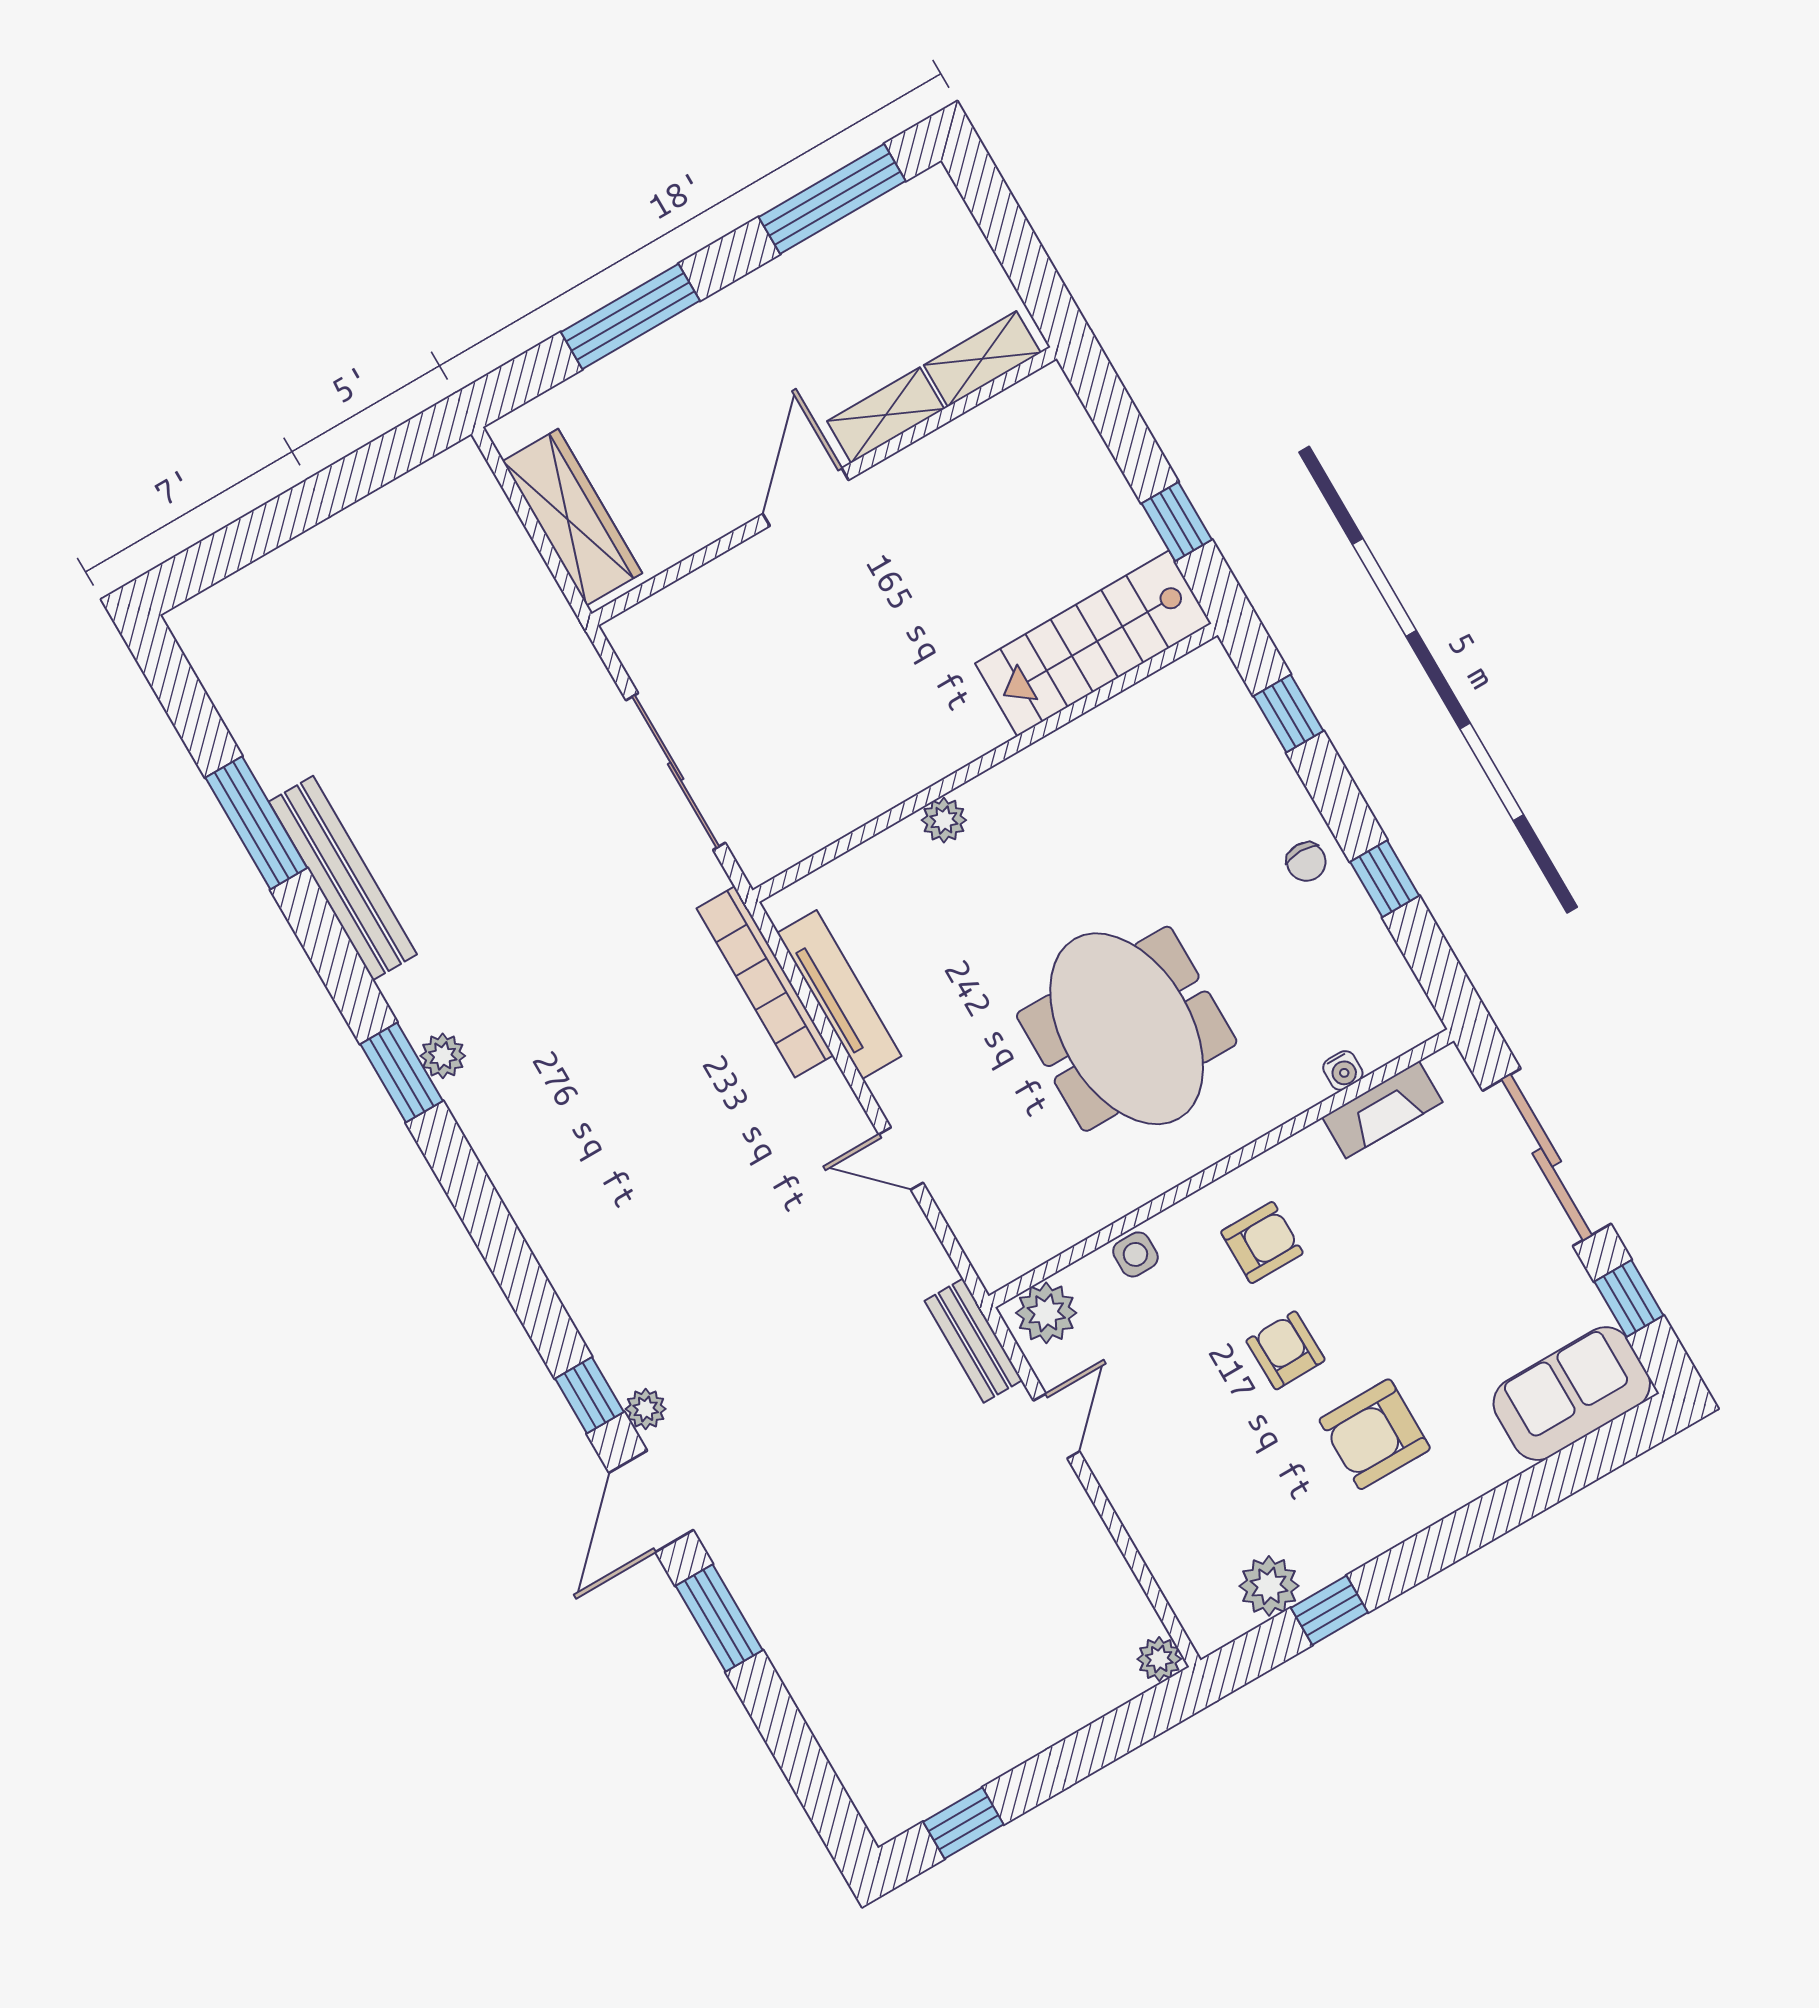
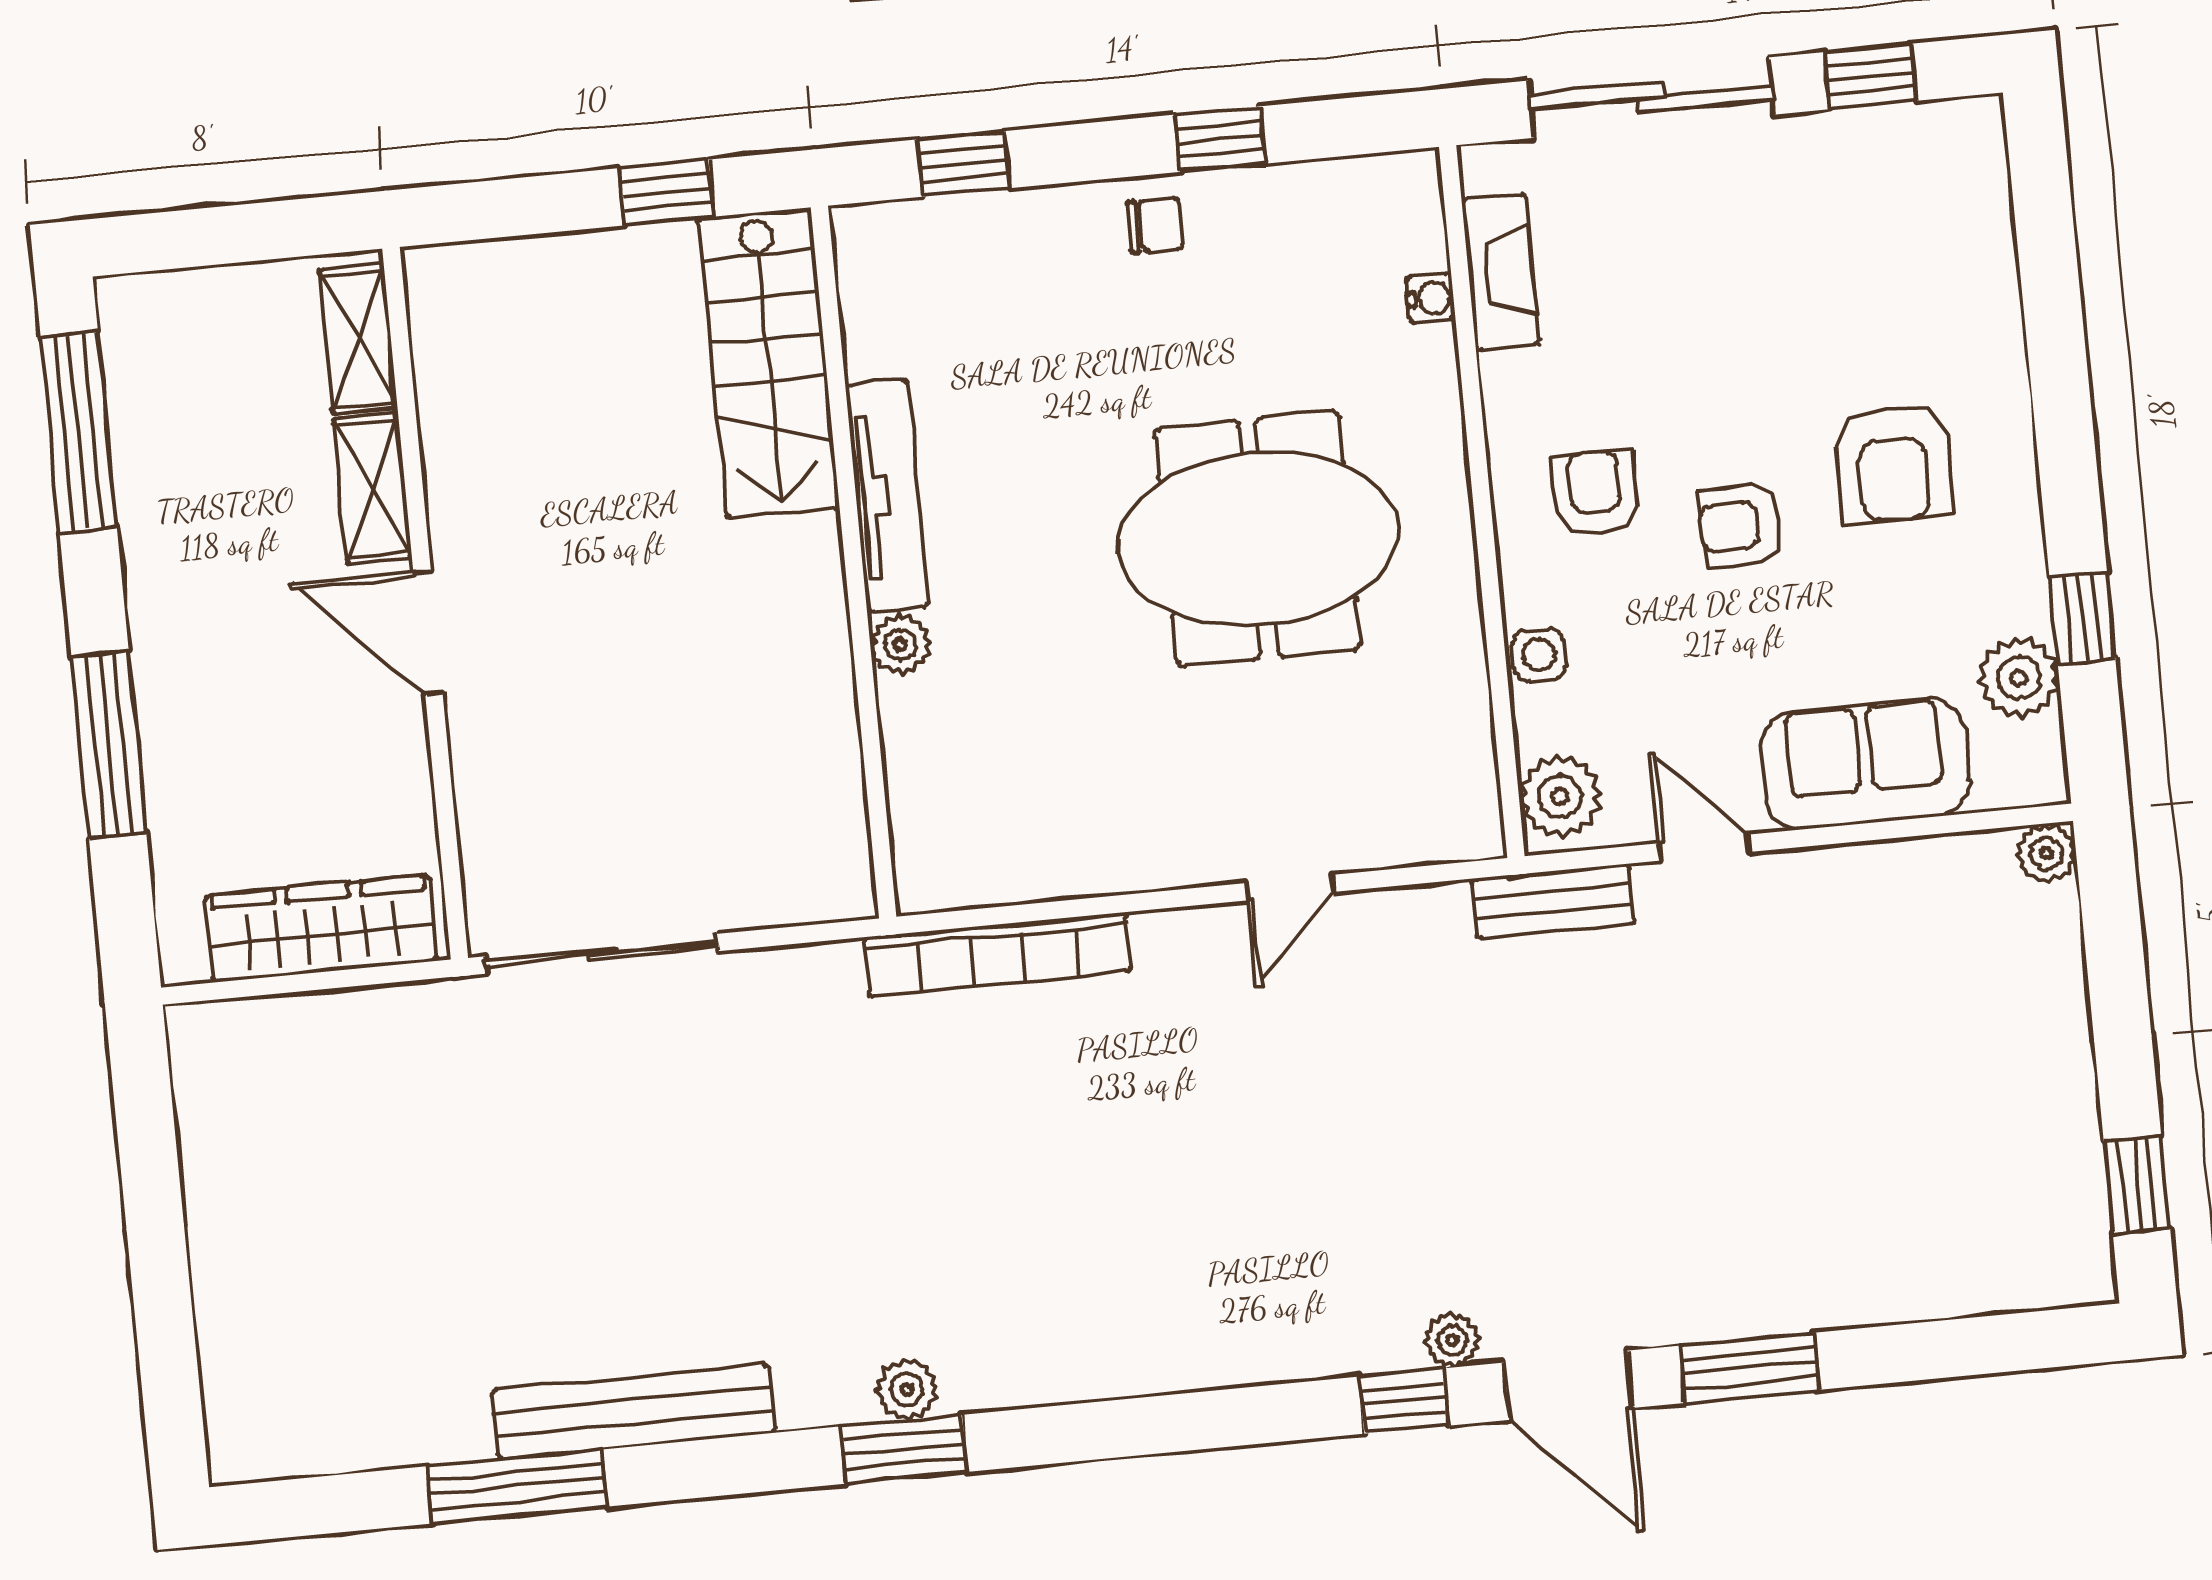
sliding door: (676, 771) -> (602, 954), moved
tv unit: (839, 995) -> (887, 496), moved, turned 90
sofa: (1572, 1394) -> (1865, 764), moved, turned 90

